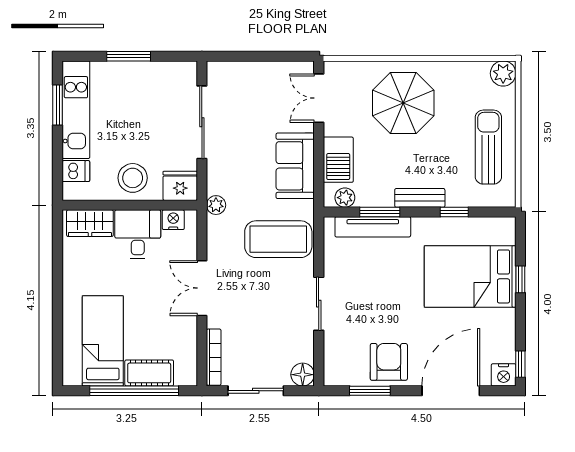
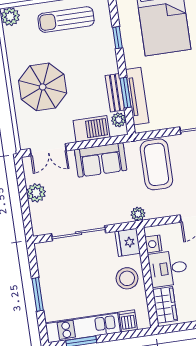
plant: (264, 74) -> (36, 193), added
bench: (420, 198) -> (115, 93), moved

